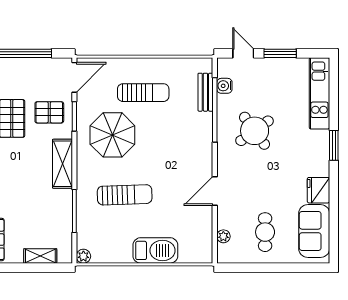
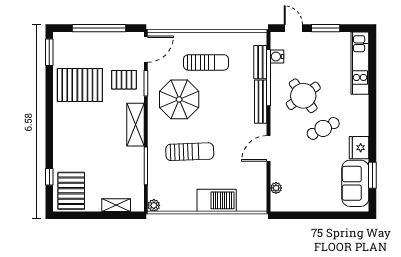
bench: (206, 137) -> (261, 102), added
window: (334, 145) -> (372, 175), moved
cafe table: (265, 232) -> (323, 128), moved, turned 63

